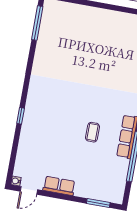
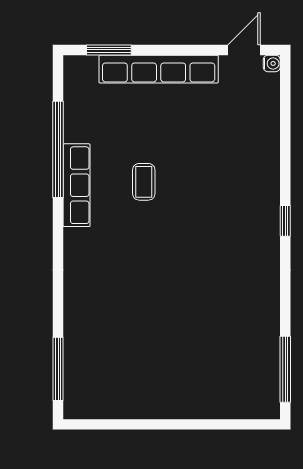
window: (21, 116) -> (285, 221), moved
row of seats: (59, 186) -> (159, 69), width x2.02

